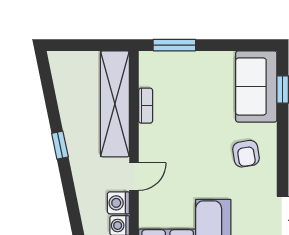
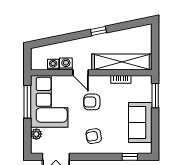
sofa: (256, 86) -> (140, 122), moved, turned -90
armchair: (186, 157) -> (92, 102), added

